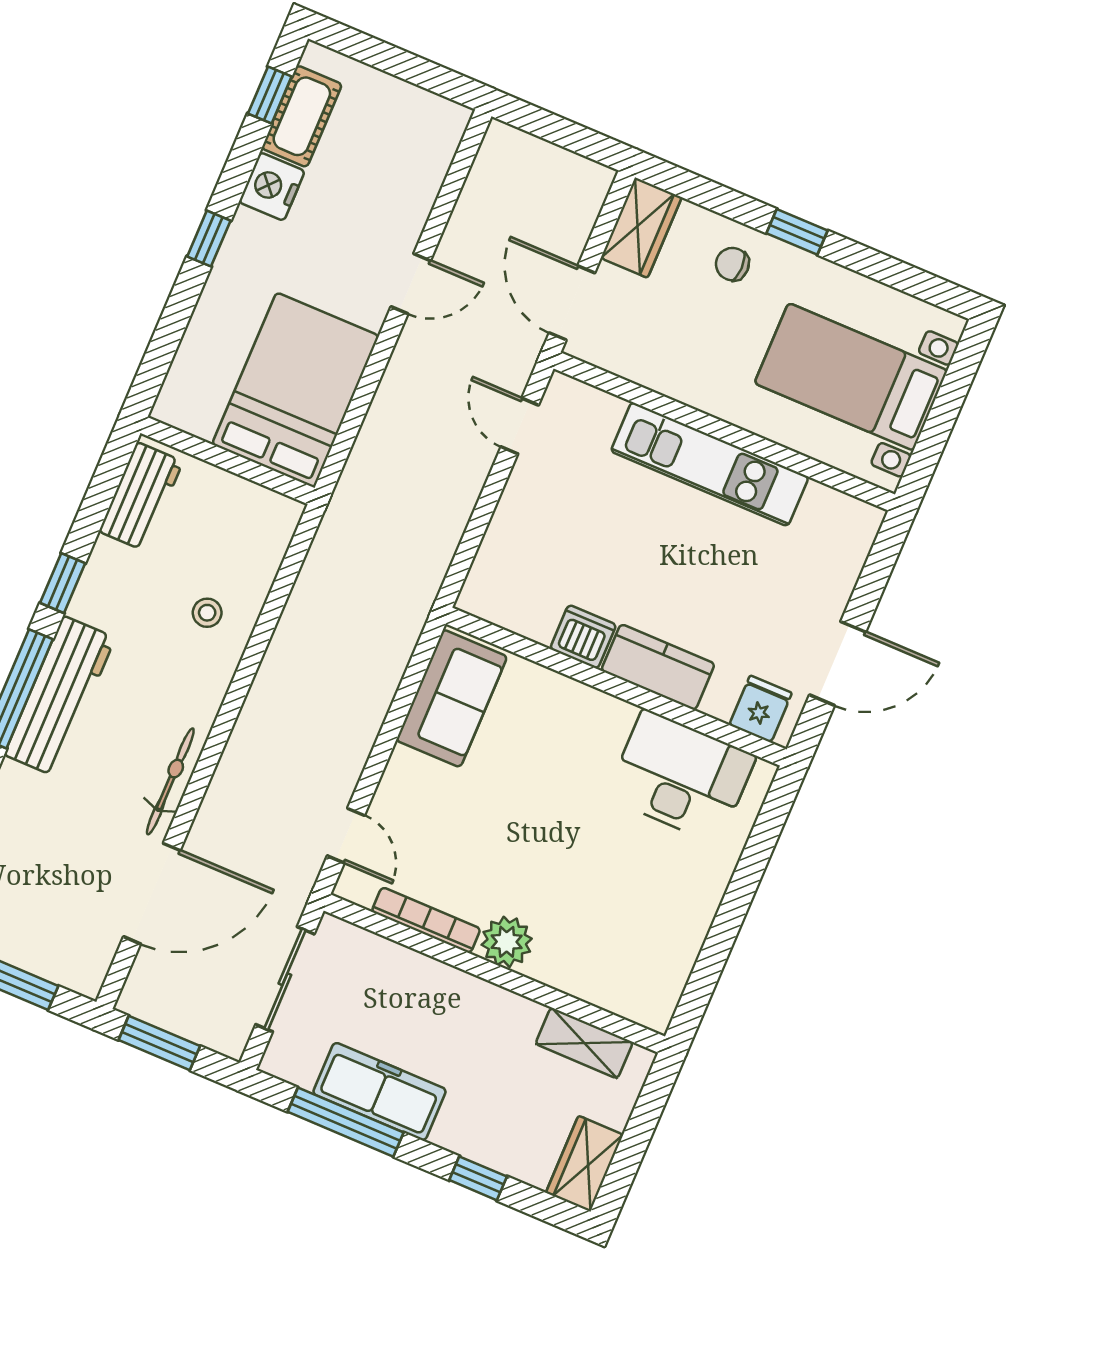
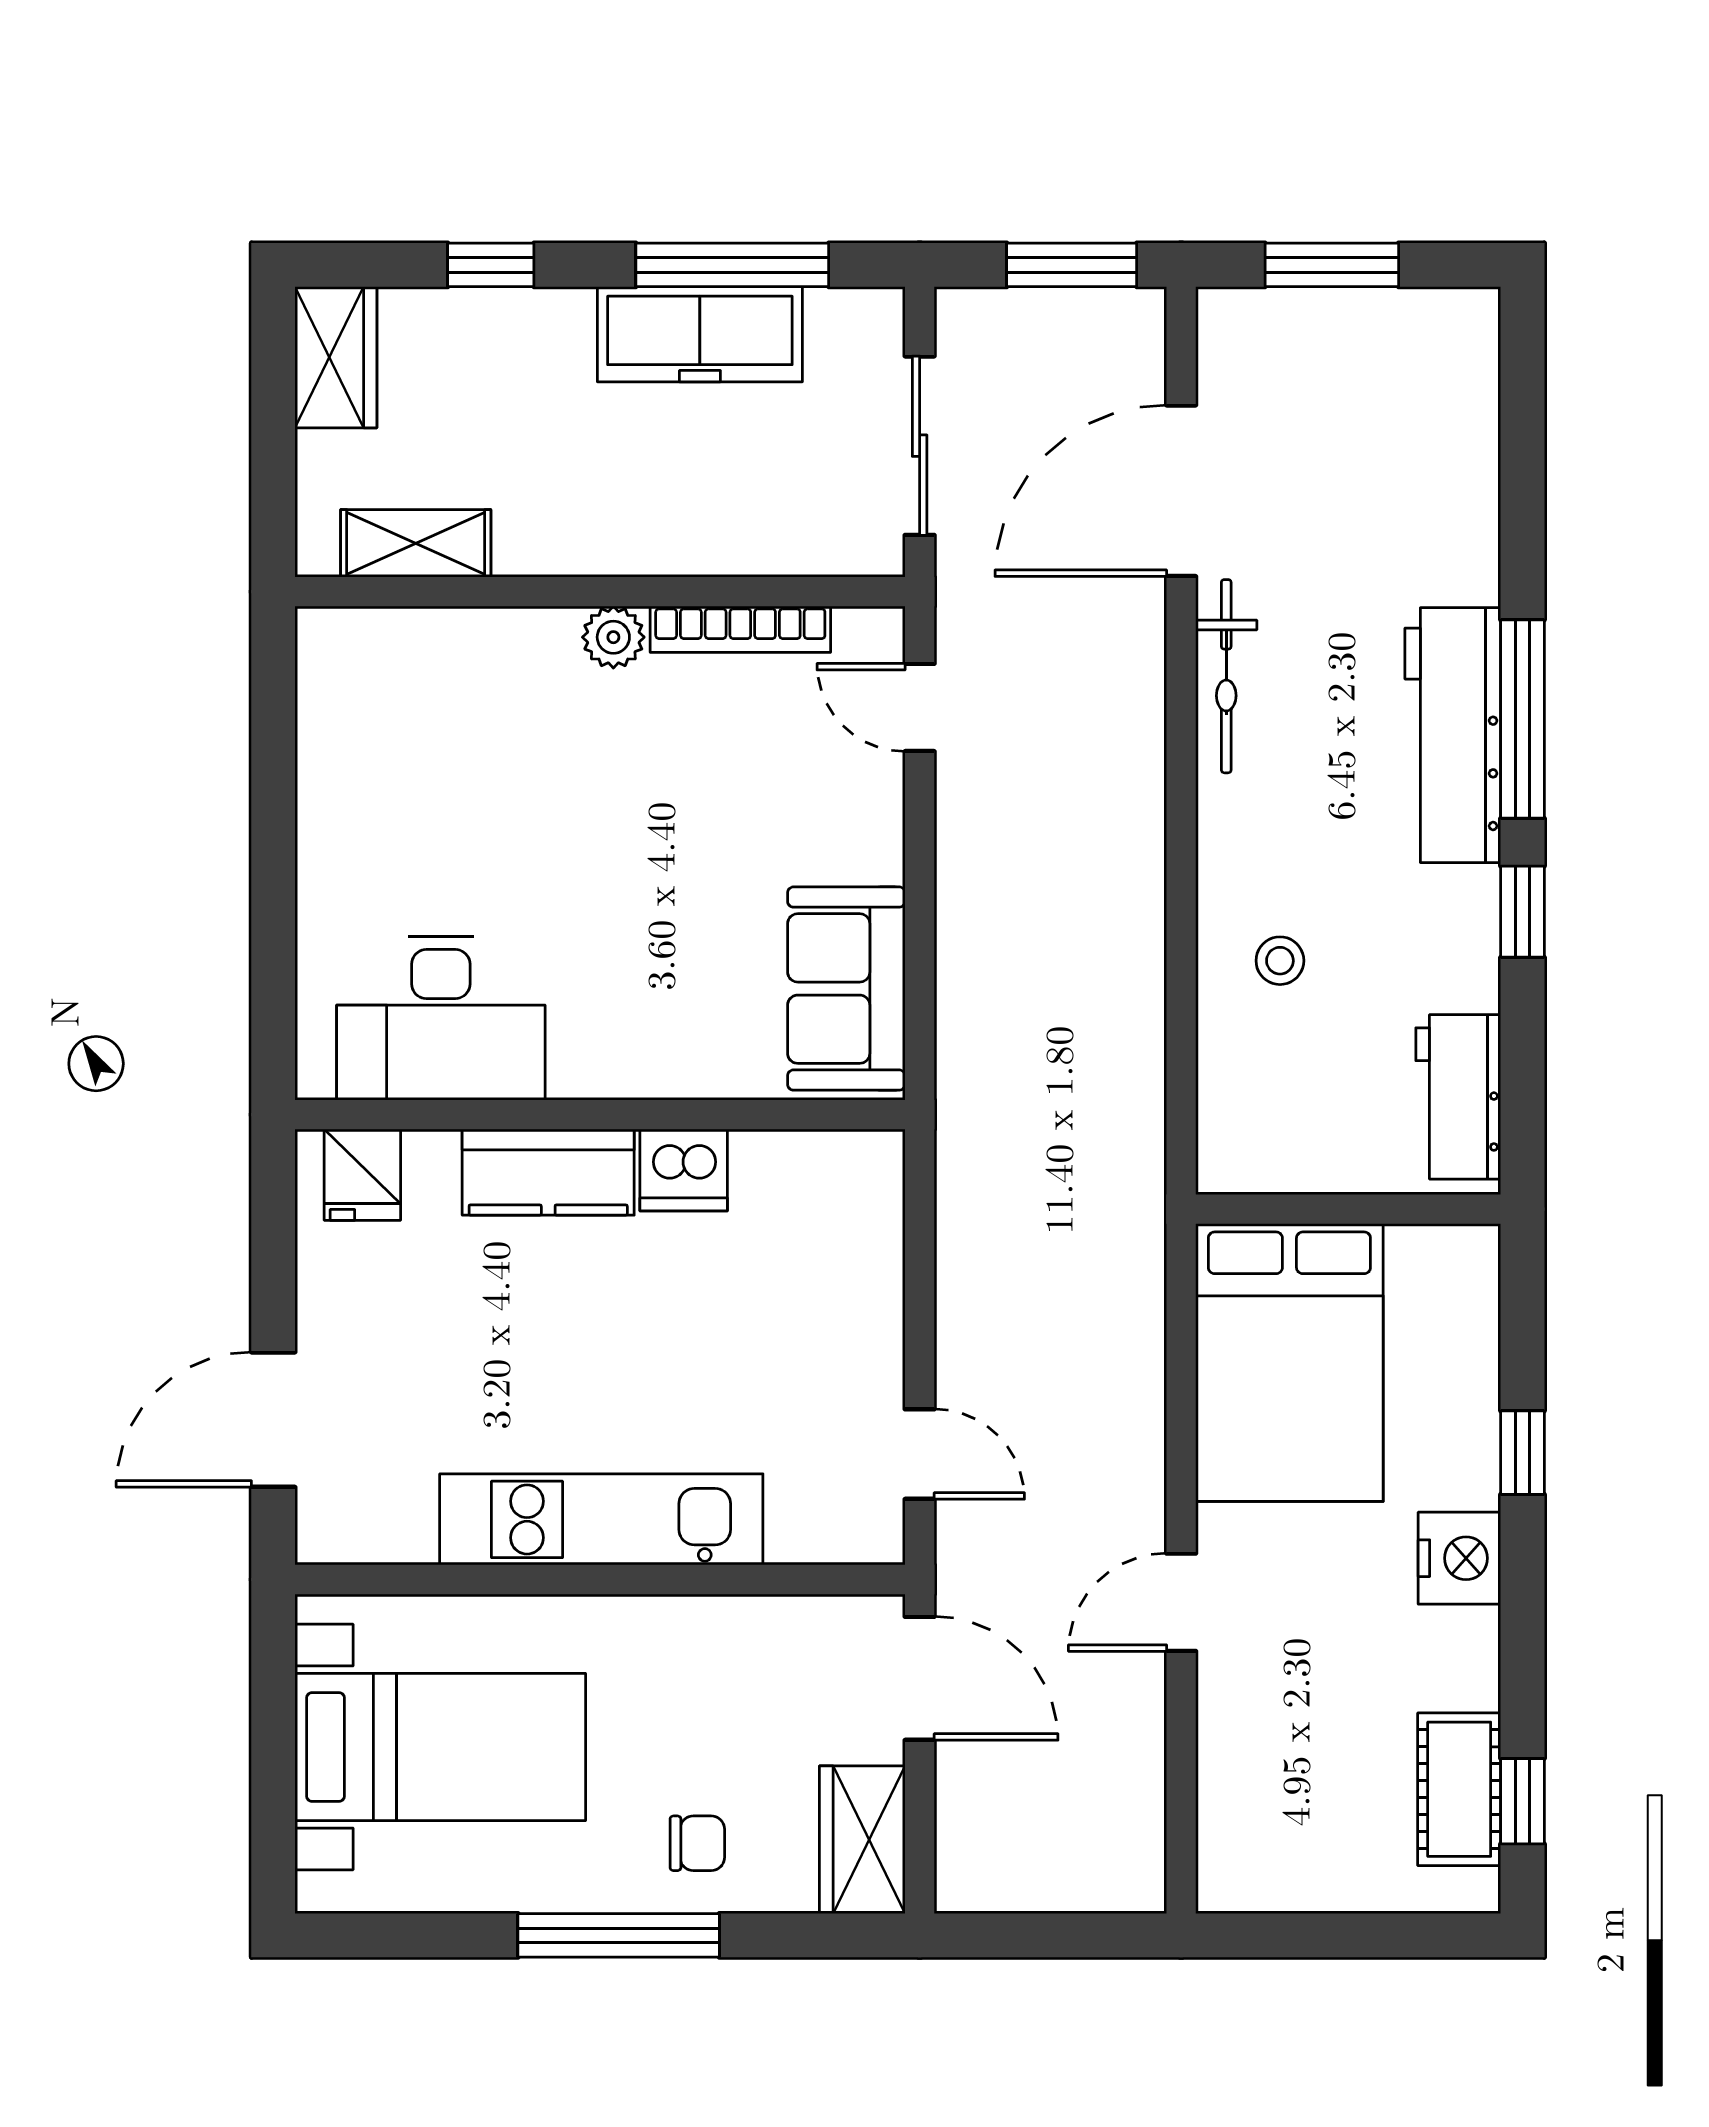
nightstand: (272, 187) -> (1459, 1558), moved
window: (797, 232) -> (619, 1935), width x2.17
window: (209, 239) -> (1522, 1453), moved
door: (838, 663) -> (273, 1420), moved
plant: (507, 942) -> (613, 637), width x0.73, depth x0.73

